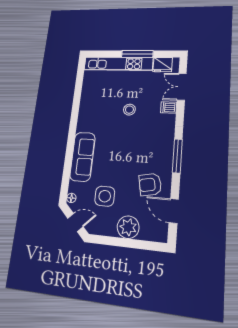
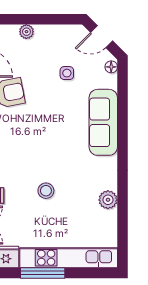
plant: (86, 102) -> (108, 200), added
side table: (105, 196) -> (67, 73), width x0.54, depth x0.54
plant: (128, 227) -> (26, 32), width x0.53, depth x0.53

